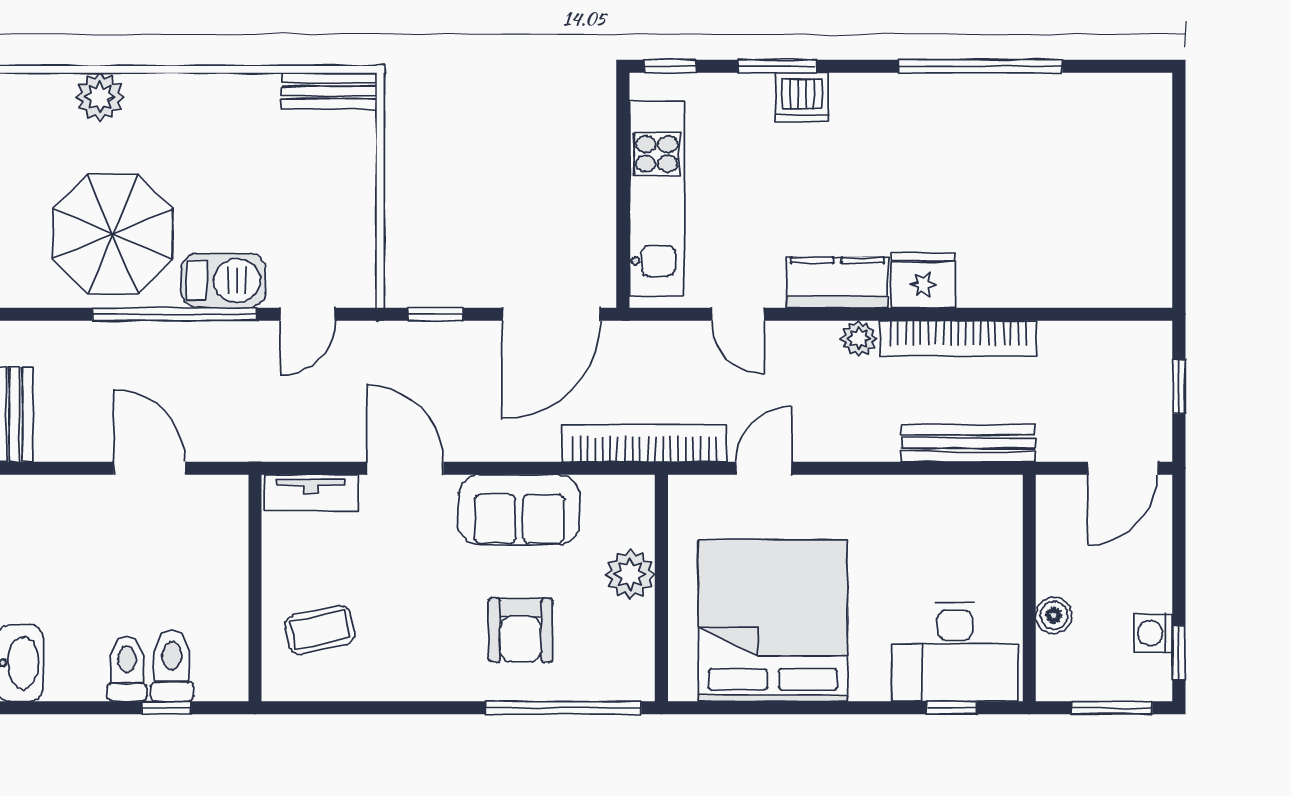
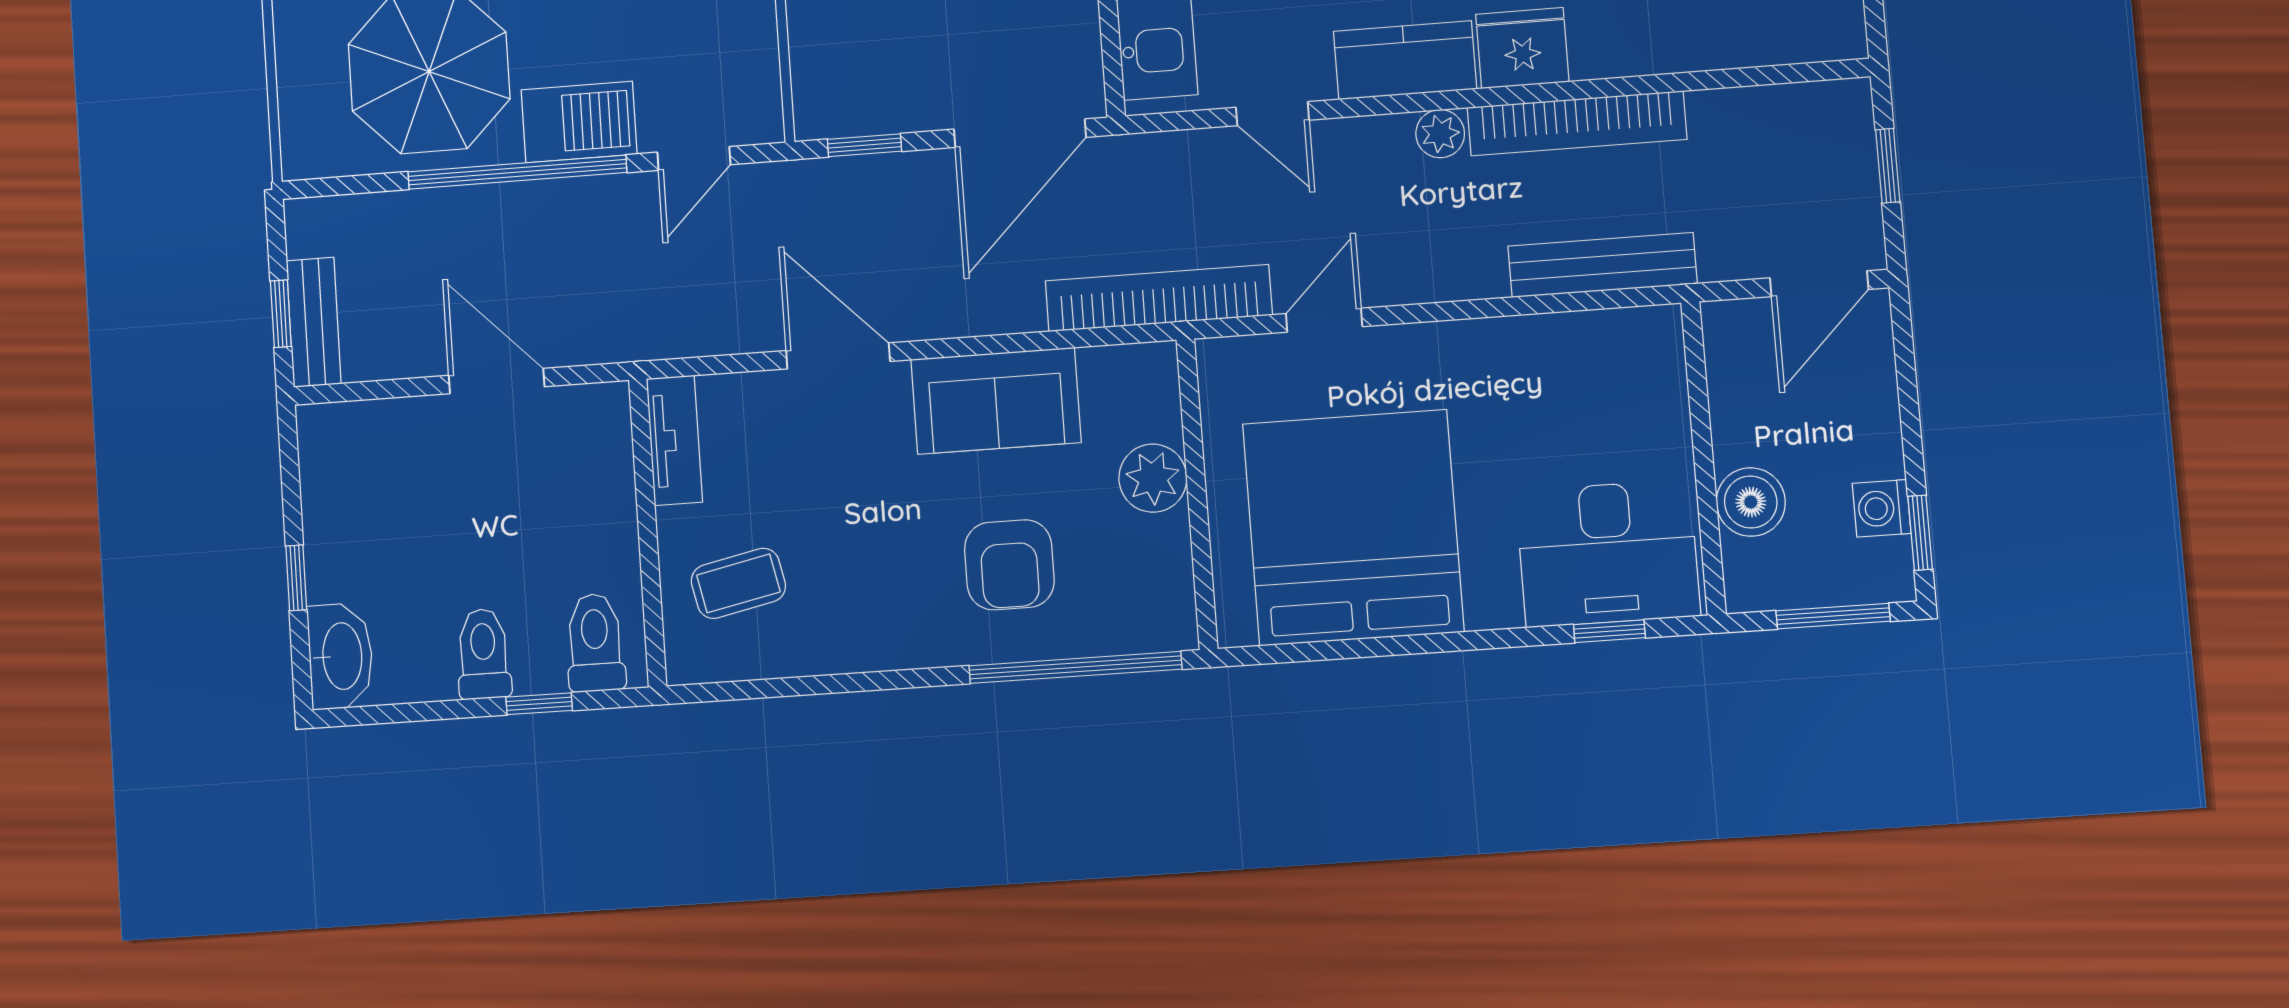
tv unit: (311, 493) -> (674, 440), moved, turned -90
boiler: (1054, 615) -> (1751, 502), width x1.36, depth x1.36
toilet: (172, 666) -> (595, 643), moved

